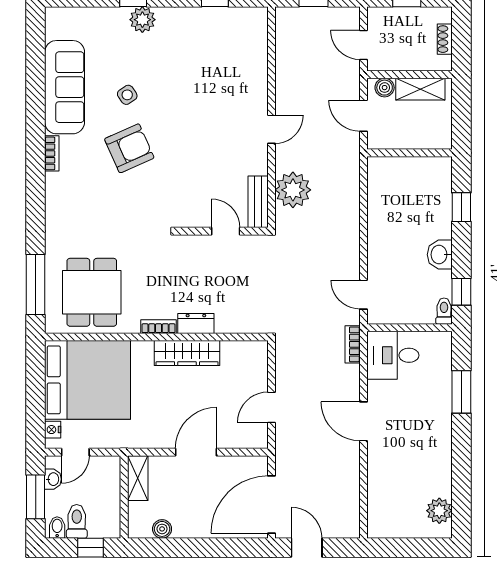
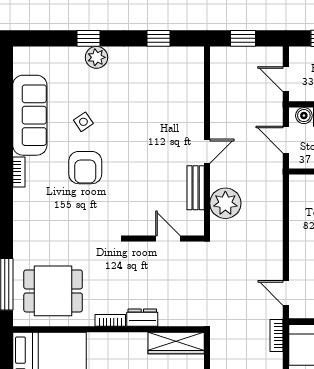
armchair: (129, 148) -> (85, 168), turned 114
bench: (258, 202) -> (196, 188), moved
dining table: (92, 292) -> (53, 291), turned 90
wardrobe: (187, 353) -> (176, 343), moved

